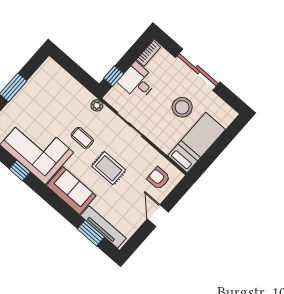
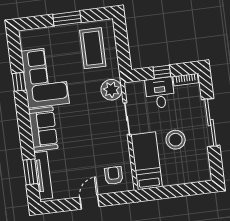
window: (114, 76) -> (162, 72), moved
plant: (97, 105) -> (111, 90), width x1.88, depth x1.88
coffee table: (82, 138) -> (93, 48), moved, width x1.86, depth x1.72
bed: (197, 143) -> (146, 161), moved, turned -90
rug: (109, 168) -> (84, 137), removed

